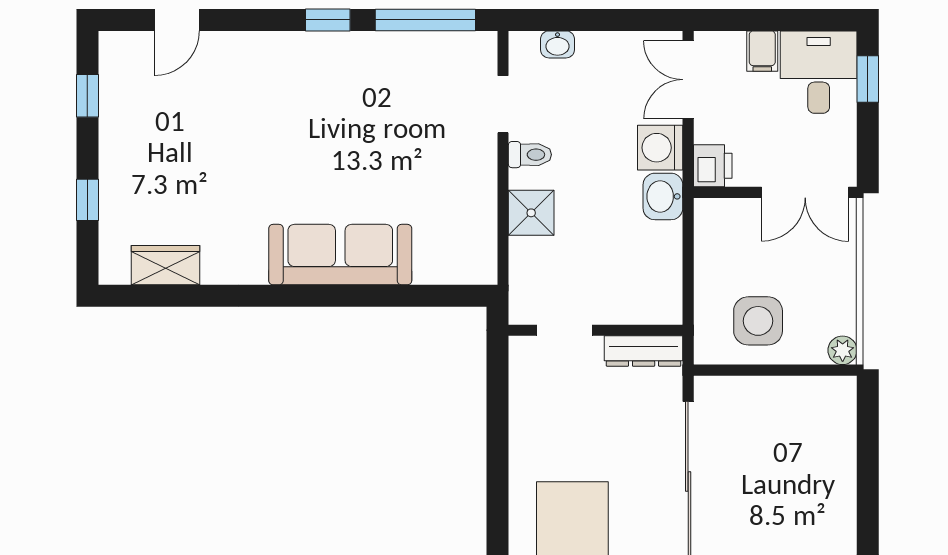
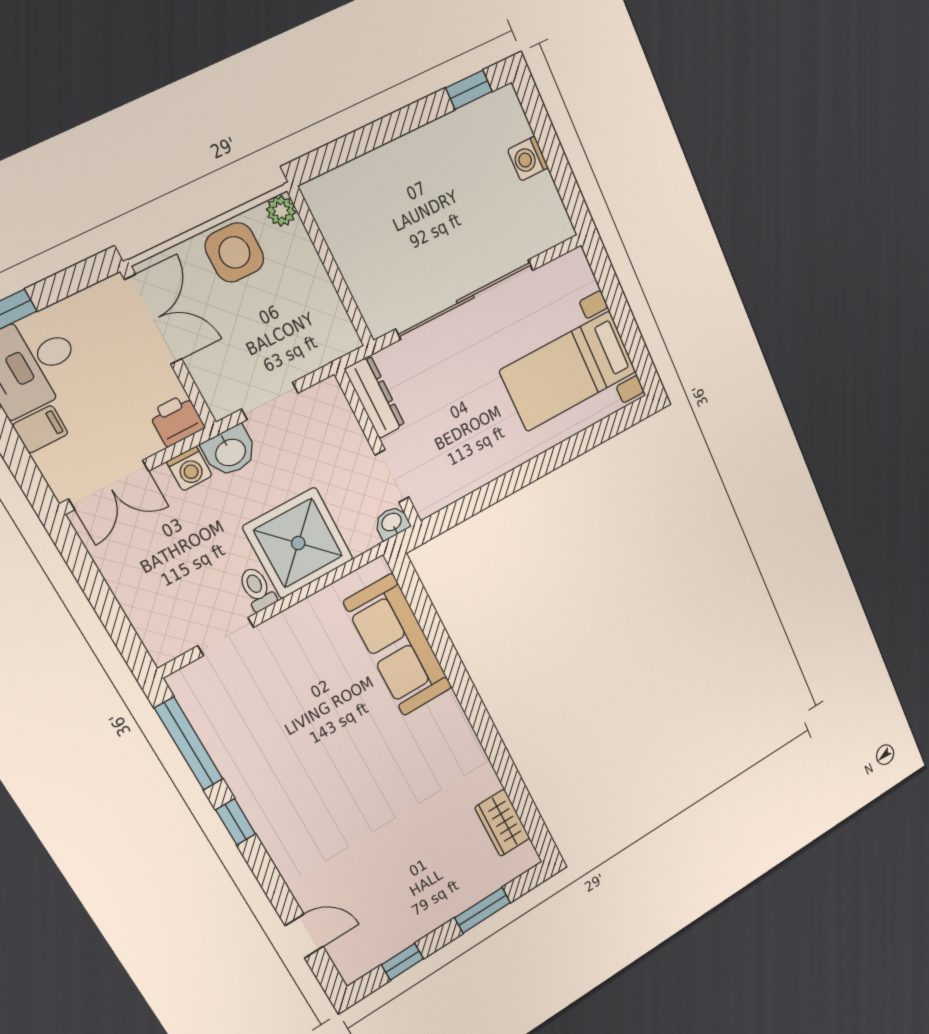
washbasin: (557, 44) -> (392, 523), moved, turned -90
washing machine: (660, 148) -> (189, 469), width x0.73, depth x0.73
window: (87, 200) -> (483, 910), width x1.50
shower: (531, 213) -> (298, 543), width x1.86, depth x1.86
sofa: (340, 255) -> (398, 645), moved
doorway: (688, 255) -> (270, 401), added
side table: (758, 321) -> (234, 252), moved

